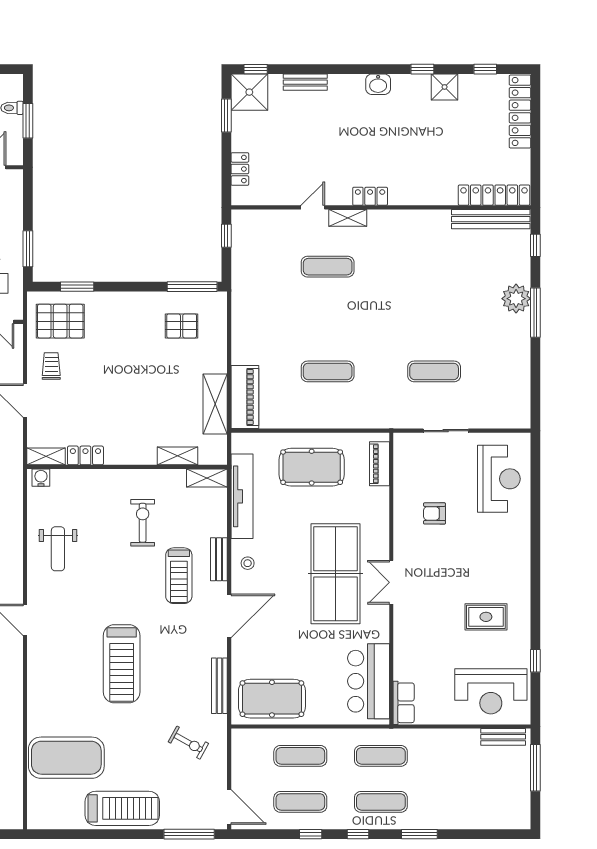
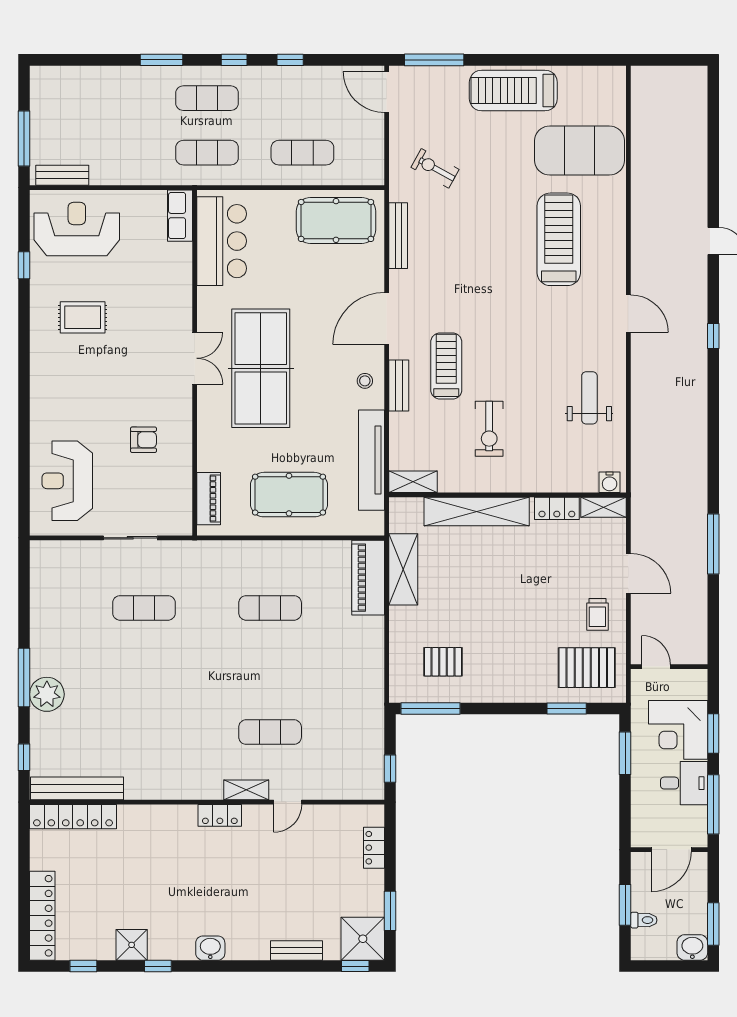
shelving: (177, 456) -> (477, 511), width x2.20, depth x1.33
treadmill: (122, 664) -> (559, 239), moved
exercise mat: (300, 802) -> (302, 98), removed

